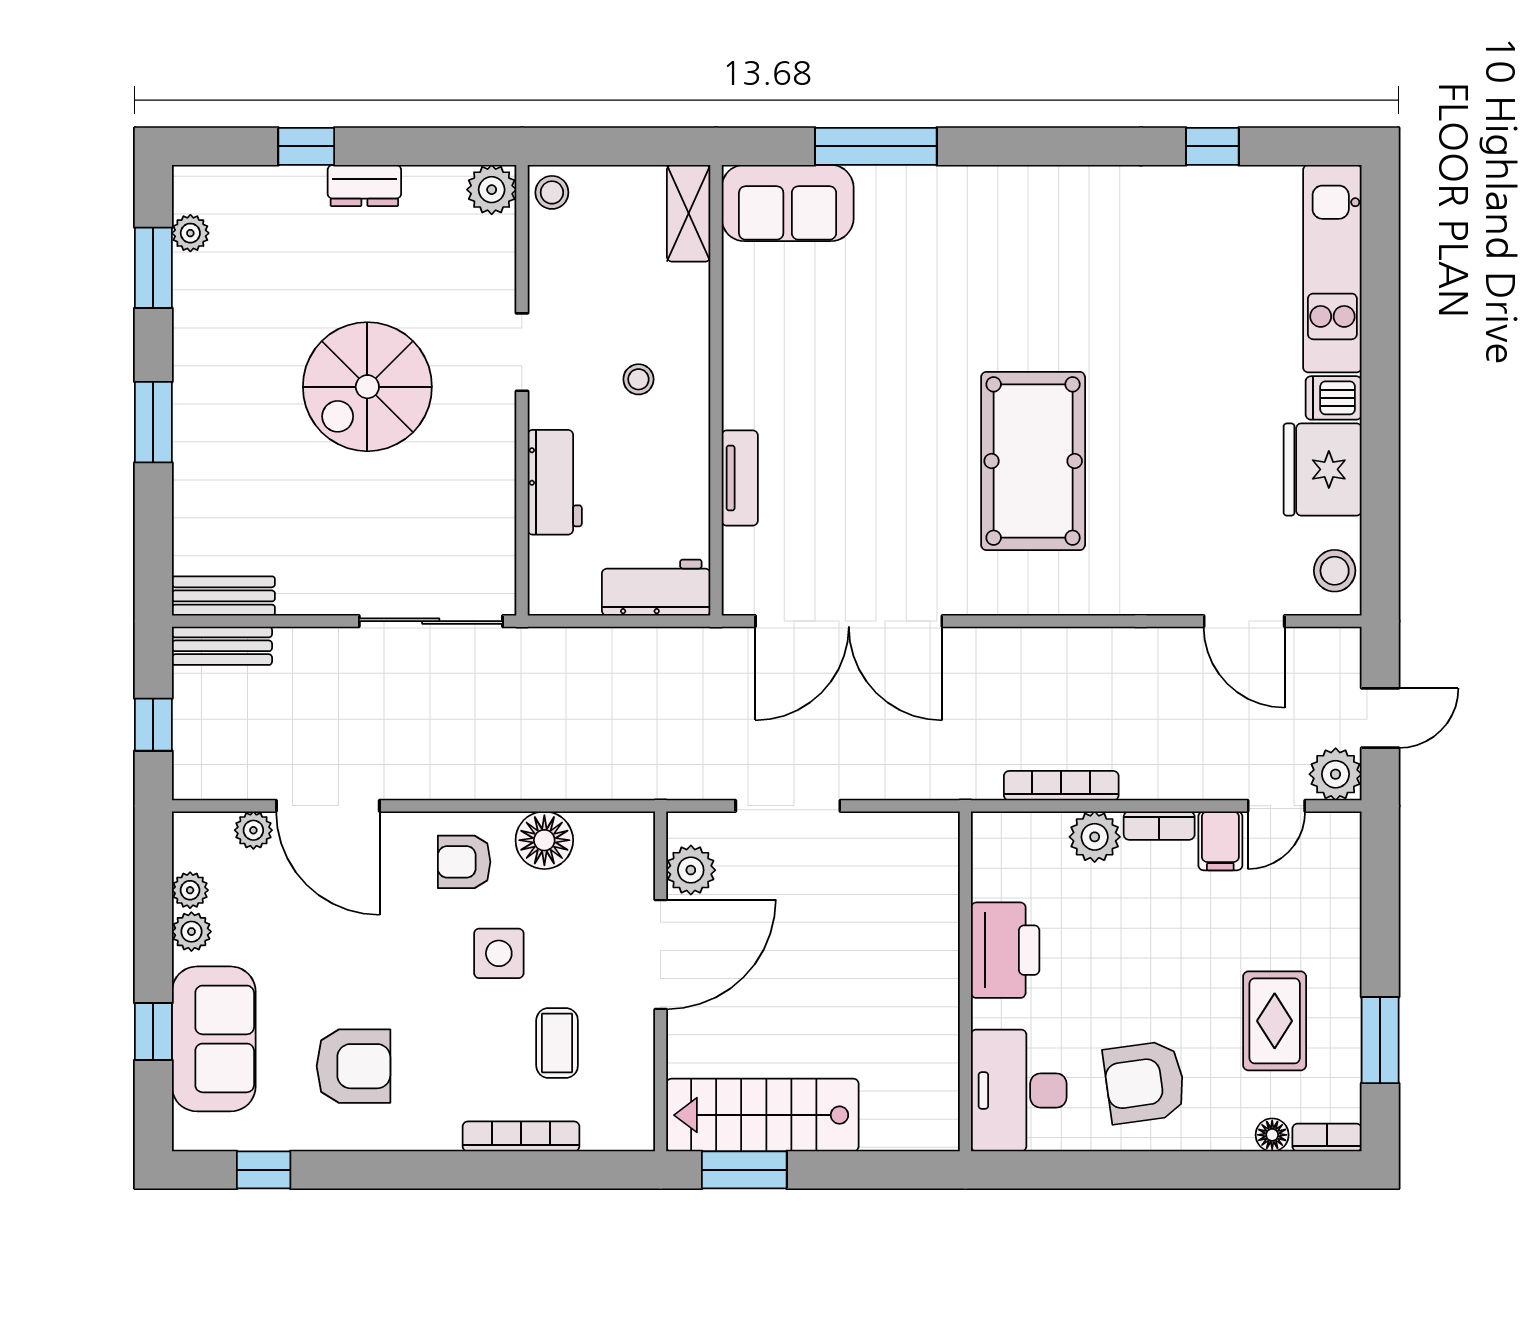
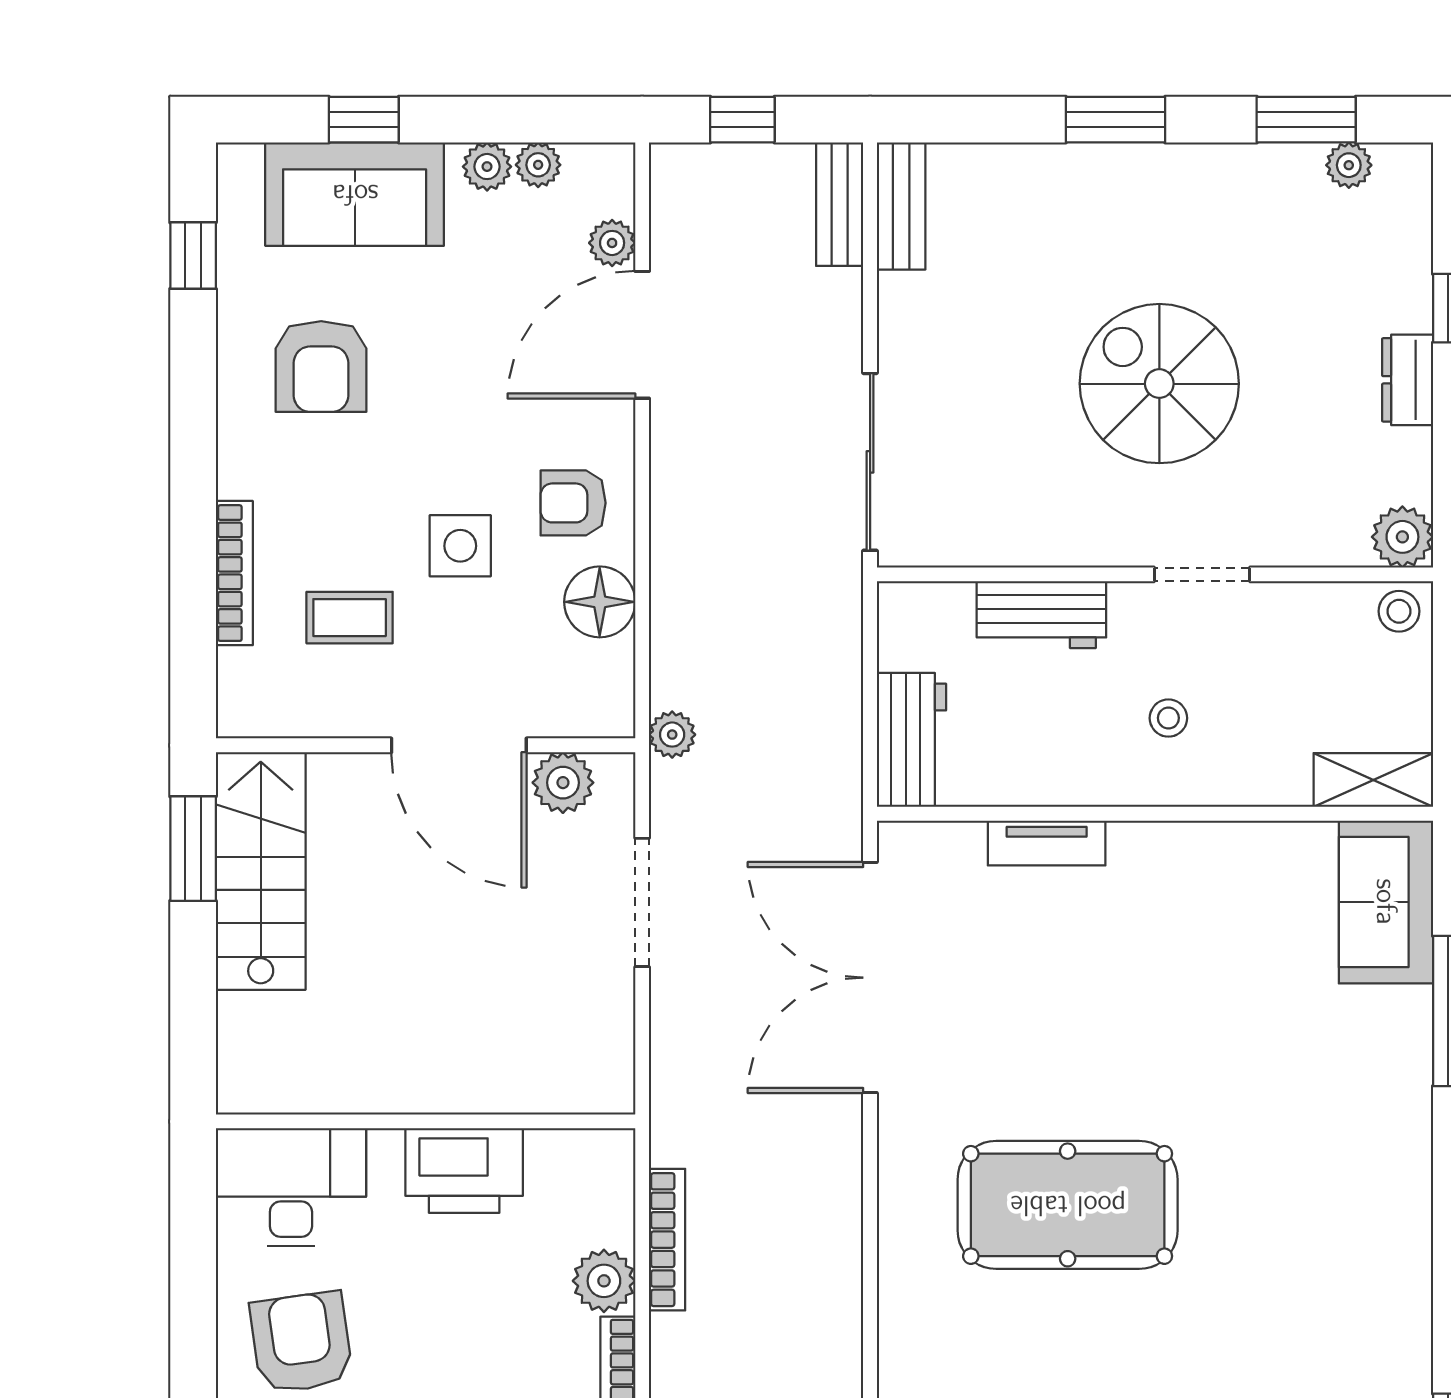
plant: (652, 782) -> (672, 735), added
armchair: (464, 862) -> (573, 503), turned -90

